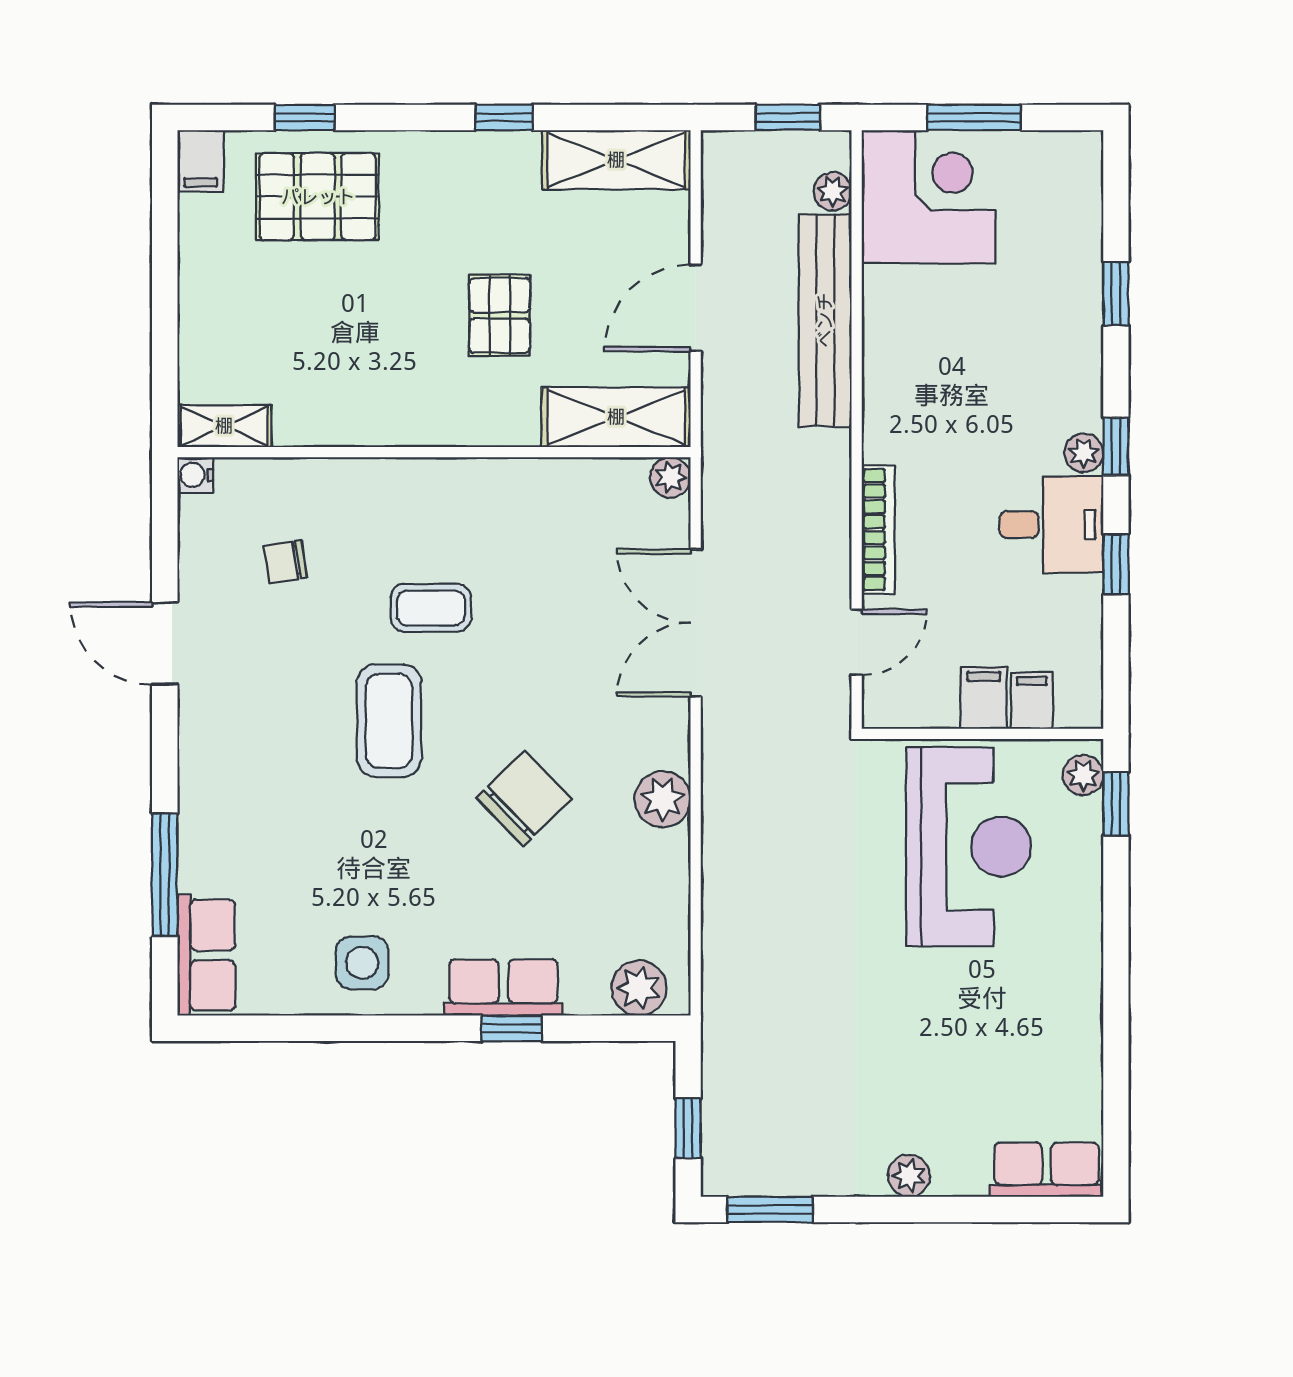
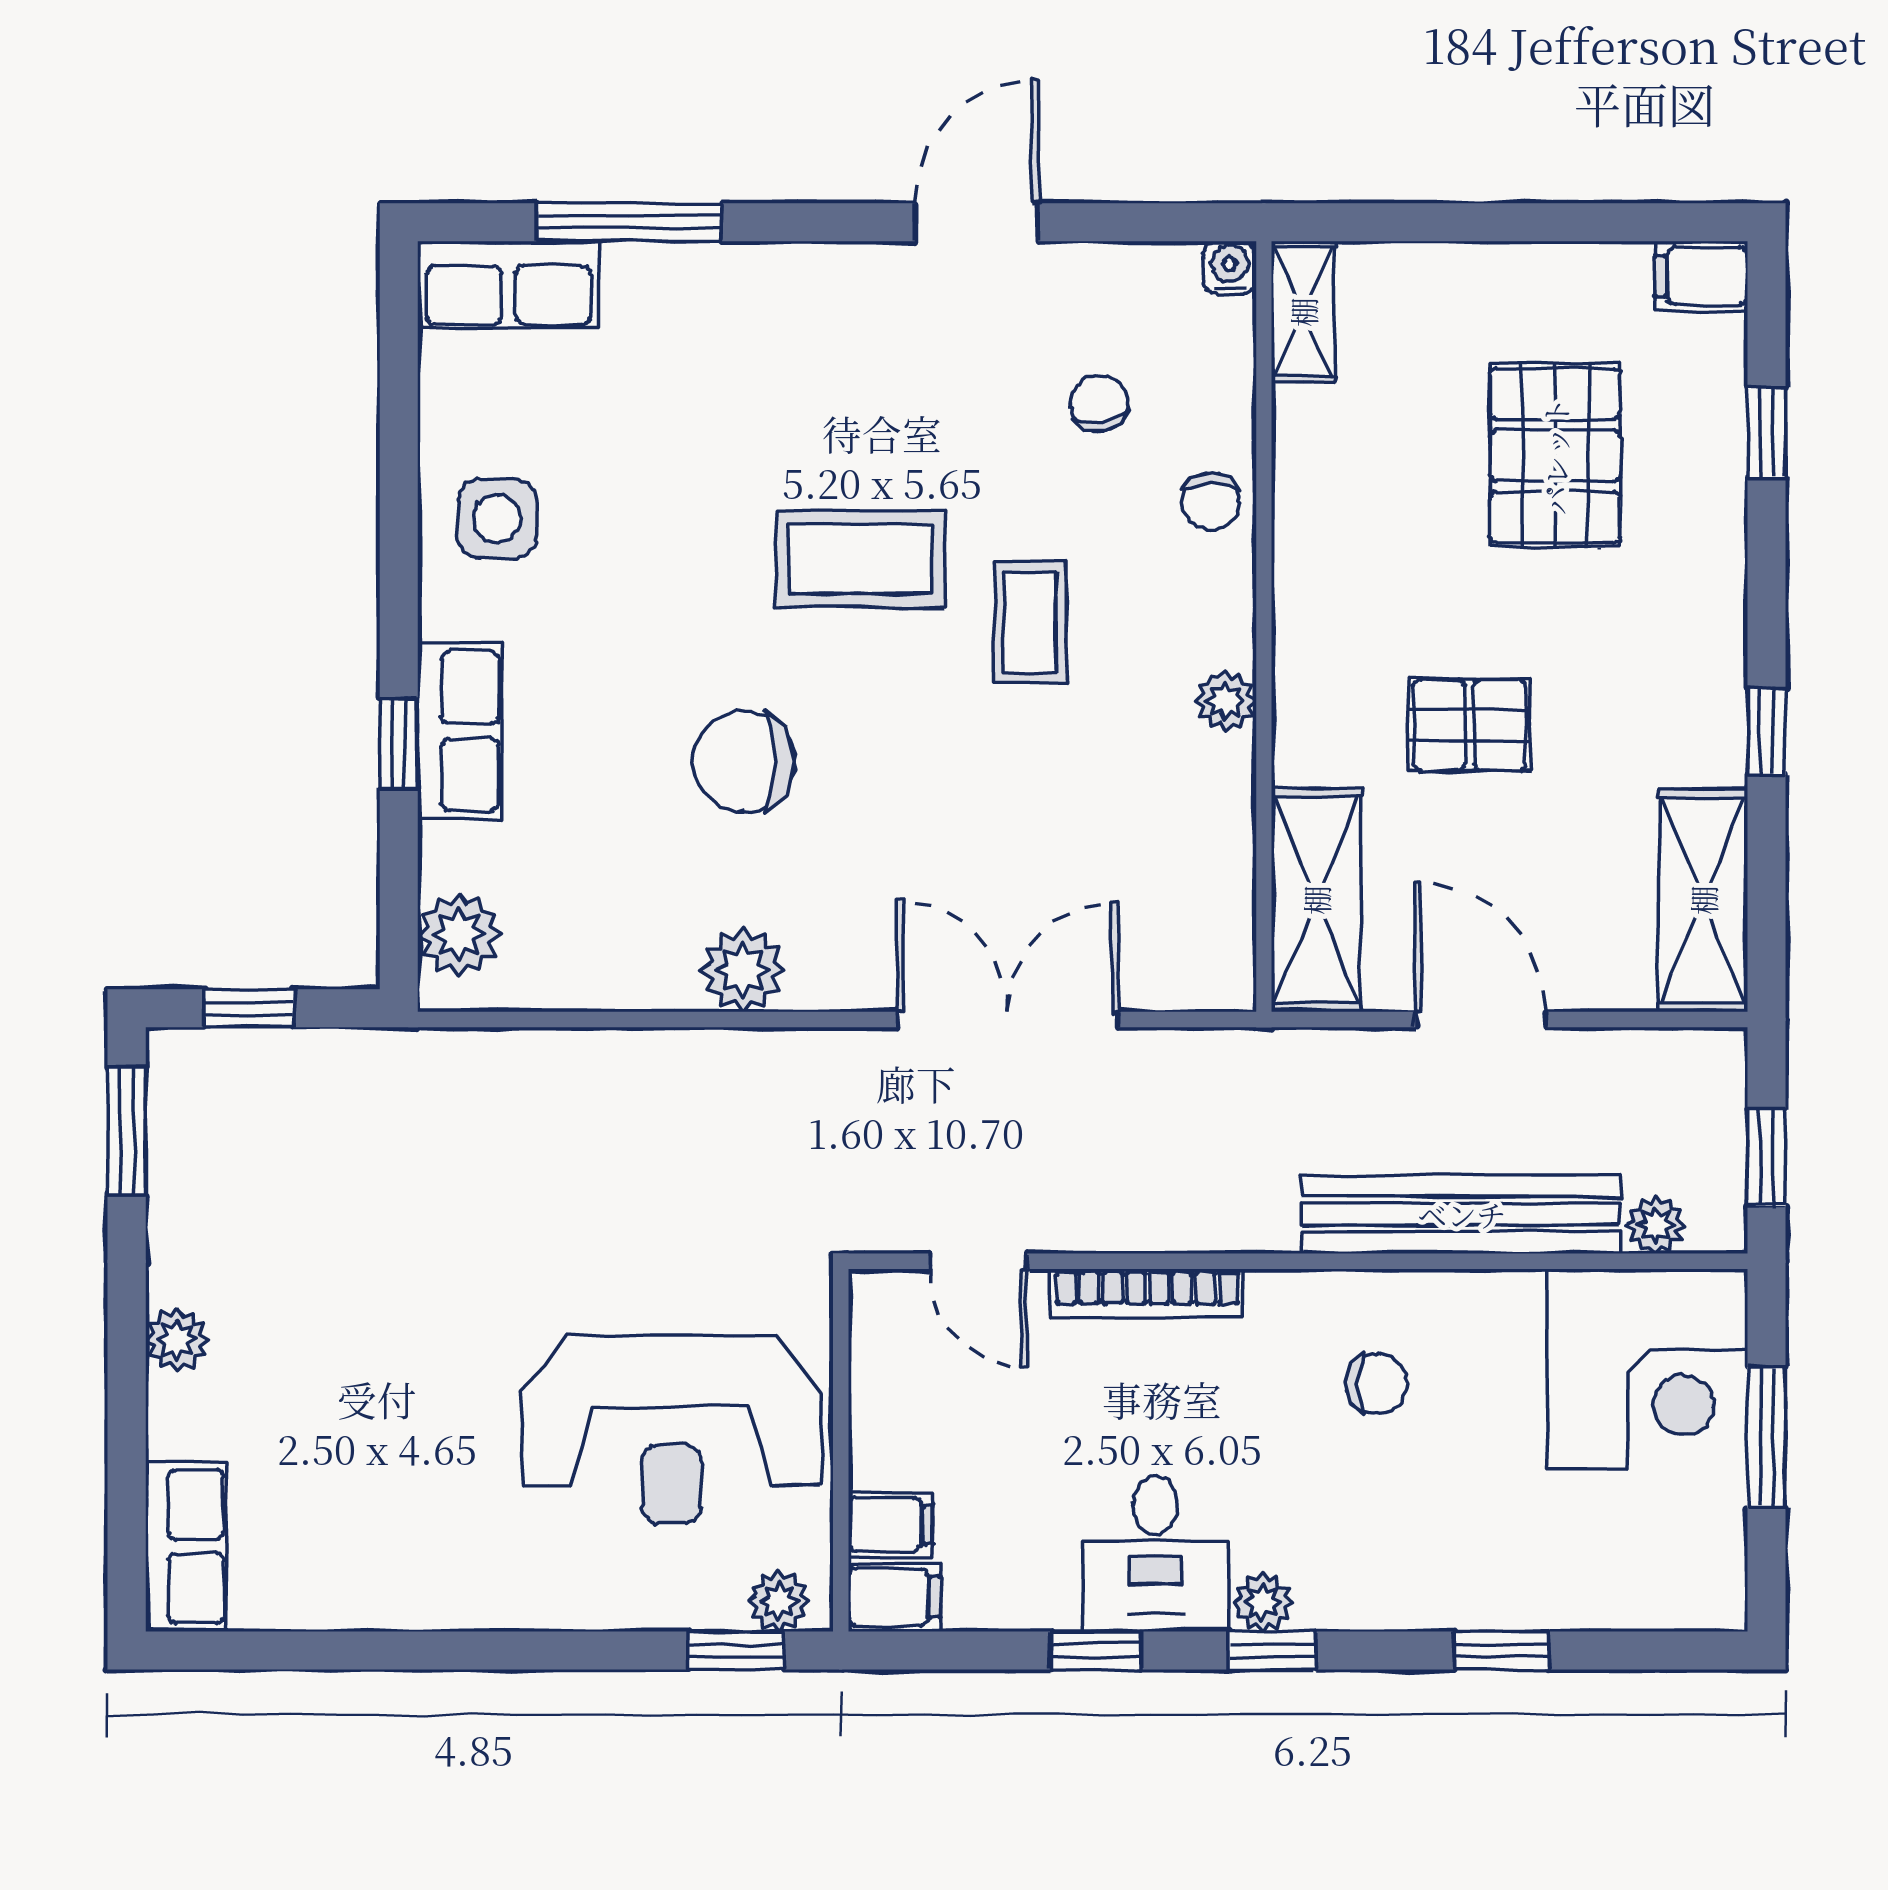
pallet: (318, 197) -> (1555, 456), moved
chair: (938, 377) -> (1377, 1383), added
plant: (670, 477) -> (1226, 701), moved
chair: (350, 487) -> (1211, 501), added
filing cabinet: (984, 698) -> (895, 1597), moved
chair: (524, 798) -> (744, 761), turned 134

